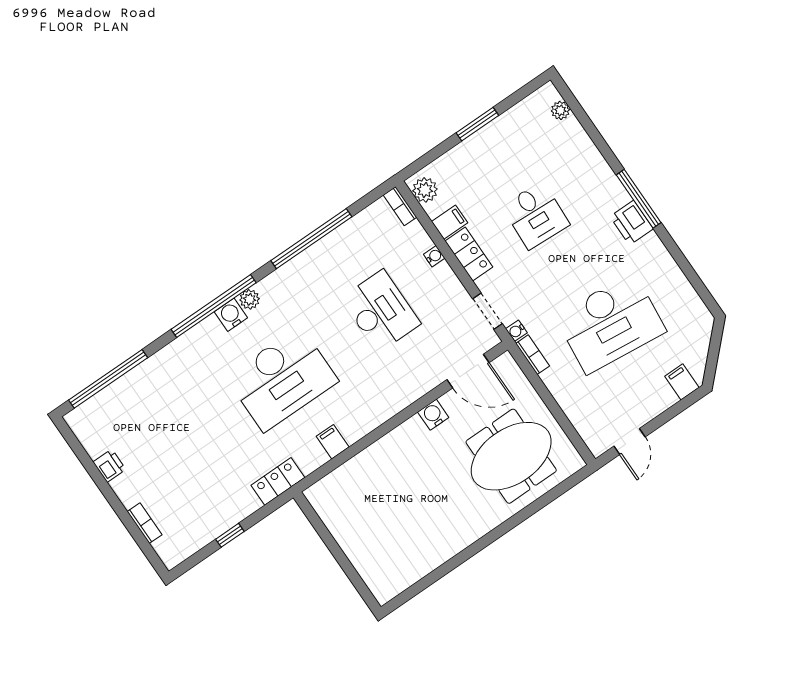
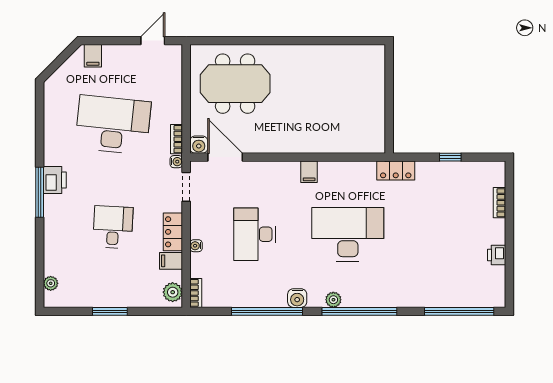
water cooler: (231, 315) -> (297, 298), moved
water cooler: (433, 415) -> (199, 145), moved
filing cabinet: (333, 442) -> (309, 172), moved

